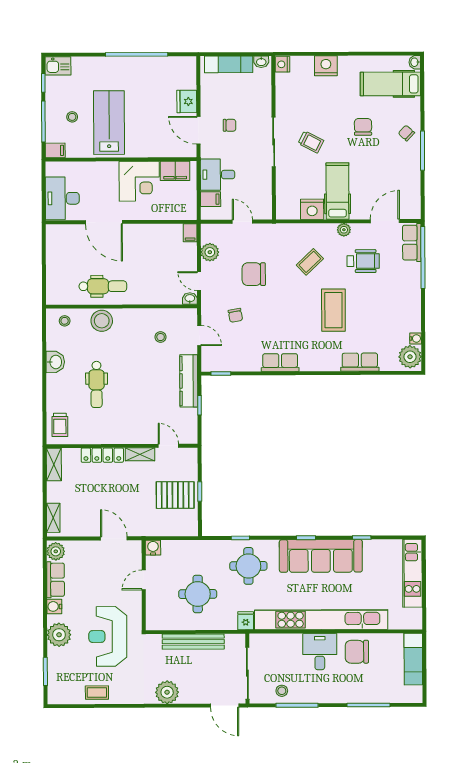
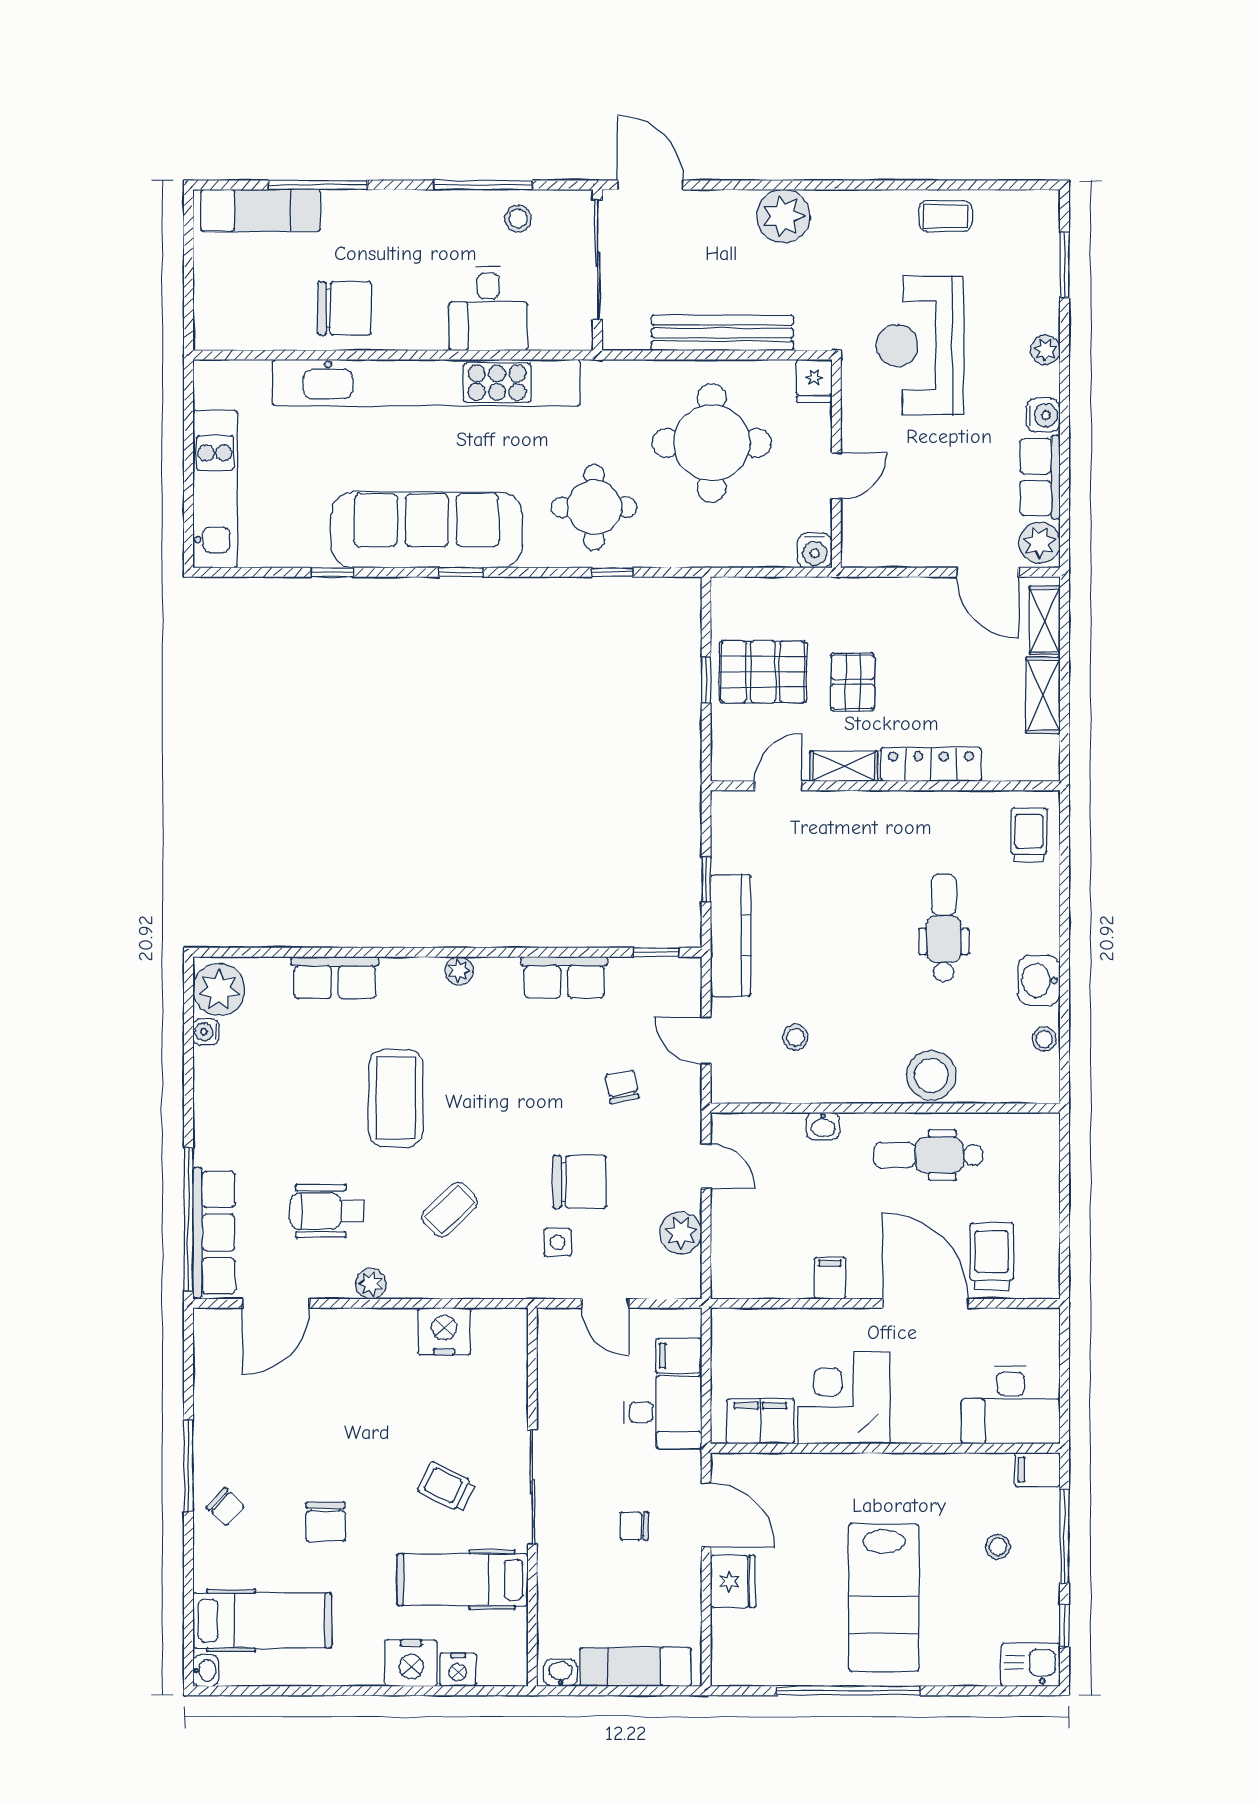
nightstand: (282, 64) -> (458, 1670), moved, turned 90
lab bench: (109, 123) -> (884, 1598), moved
hospital bed: (337, 191) -> (463, 1580), moved, turned 90
desk: (62, 198) -> (1011, 1405), moved, turned 90
filing cabinet: (190, 233) -> (830, 1278), moved
trolley: (75, 243) -> (992, 1256), added
row of seats: (412, 243) -> (214, 1233), width x1.48
side table: (263, 248) -> (558, 1242), added
washbasin: (190, 299) -> (823, 1126), moved
stool: (65, 321) -> (1044, 1039), moved
row of seats: (280, 363) -> (564, 977), moved
plant: (306, 365) -> (459, 971), added
door: (168, 446) -> (778, 786), swing flipped
shelving: (54, 464) -> (1043, 695), moved
pallet: (136, 491) -> (852, 682), added
door: (114, 538) -> (988, 572), moved
round table: (198, 594) -> (712, 443), width x1.36, depth x1.36
fridge: (246, 621) -> (814, 381), moved
plant: (59, 635) -> (1045, 350), width x0.53, depth x0.53
reception desk: (108, 636) -> (920, 346), turned 180
desk: (320, 652) -> (488, 309), moved
exam couch: (413, 659) -> (261, 210), moved, turned 90

